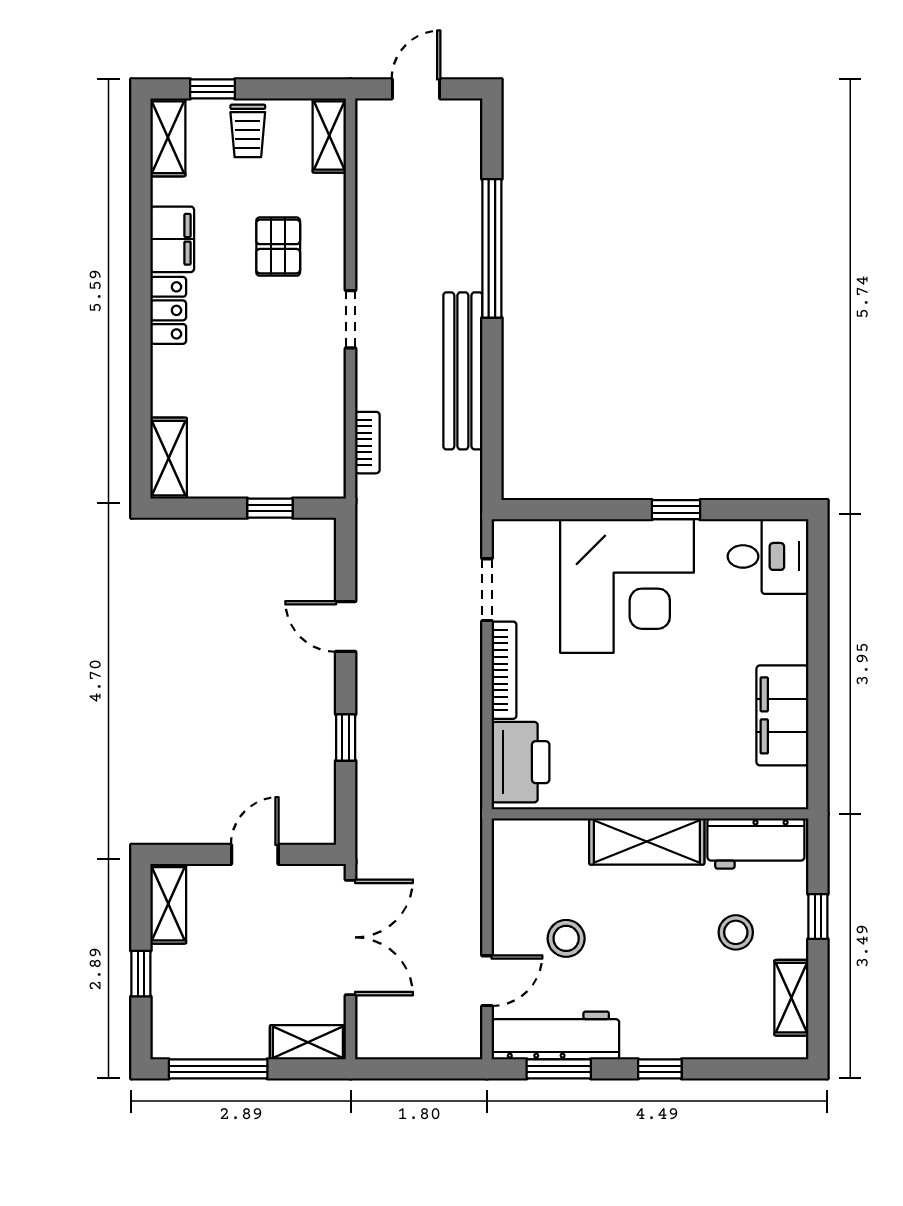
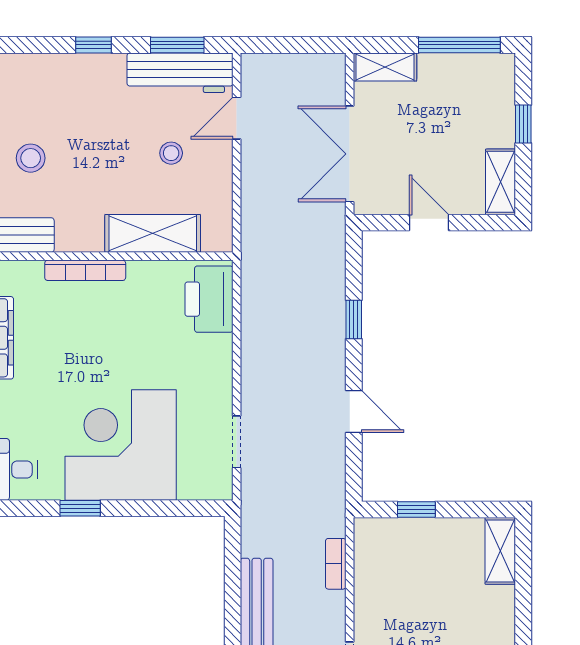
bookcase: (504, 670) -> (85, 270), moved, turned -90
shelving: (647, 841) -> (153, 233), moved
door: (255, 854) -> (429, 223), swing flipped
stool: (566, 938) -> (171, 153), width x0.73, depth x0.73

